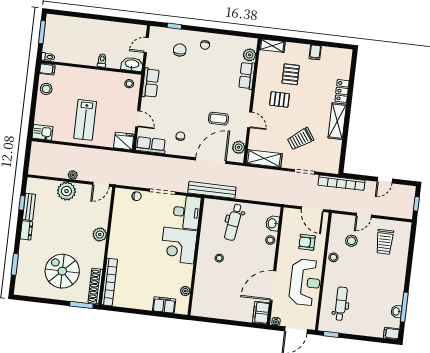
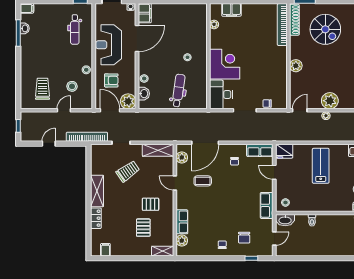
filing cabinet: (315, 52) -> (105, 250), moved
bench: (212, 190) -> (201, 117), removed
plant: (291, 217) -> (128, 101), added

